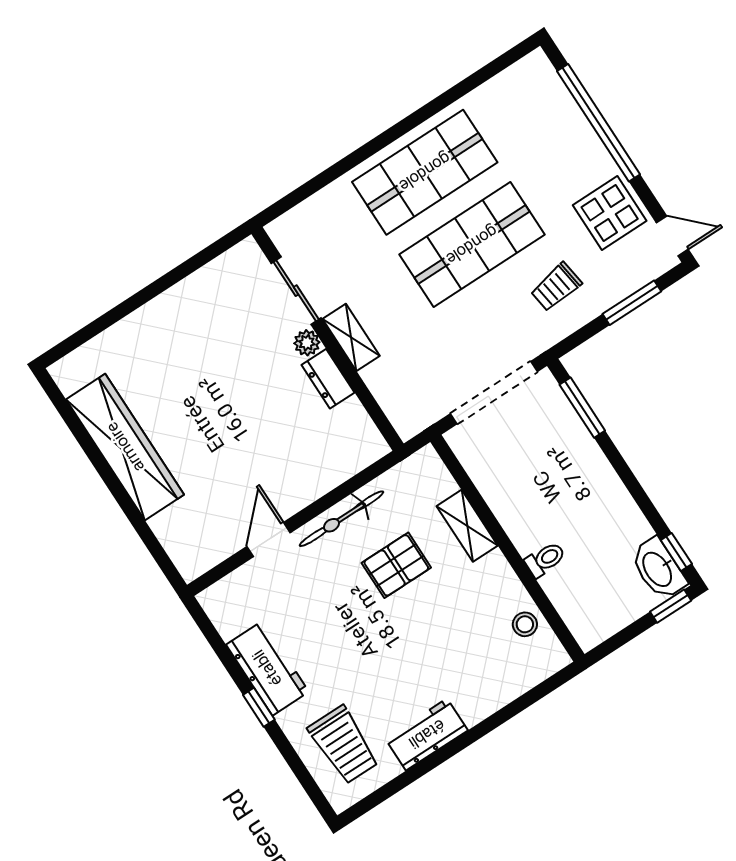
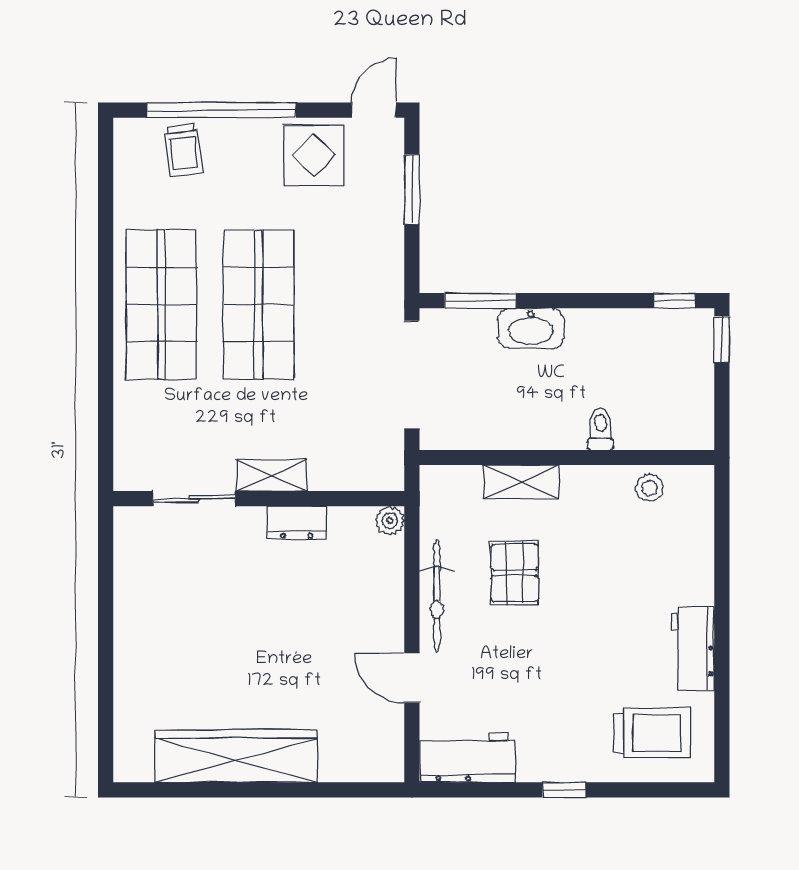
trolley: (556, 287) -> (183, 150), moved
plant: (307, 343) -> (390, 521), moved
washbasin: (658, 569) -> (531, 328), moved
workbench: (267, 668) -> (468, 758), moved

